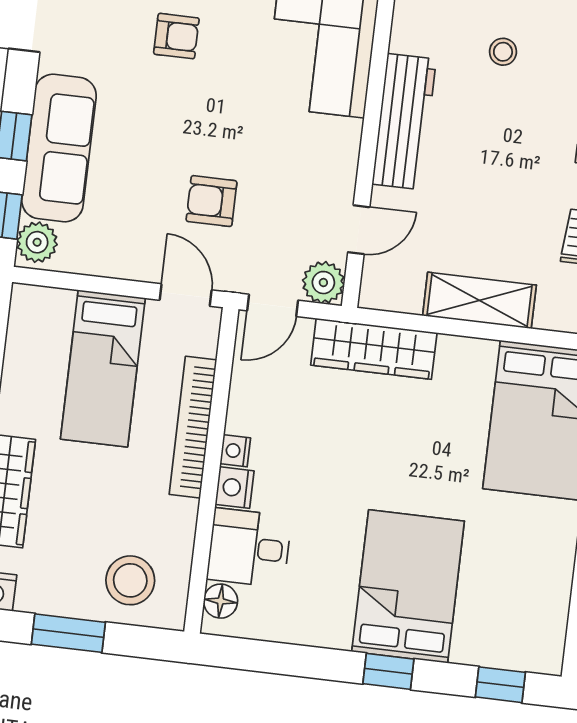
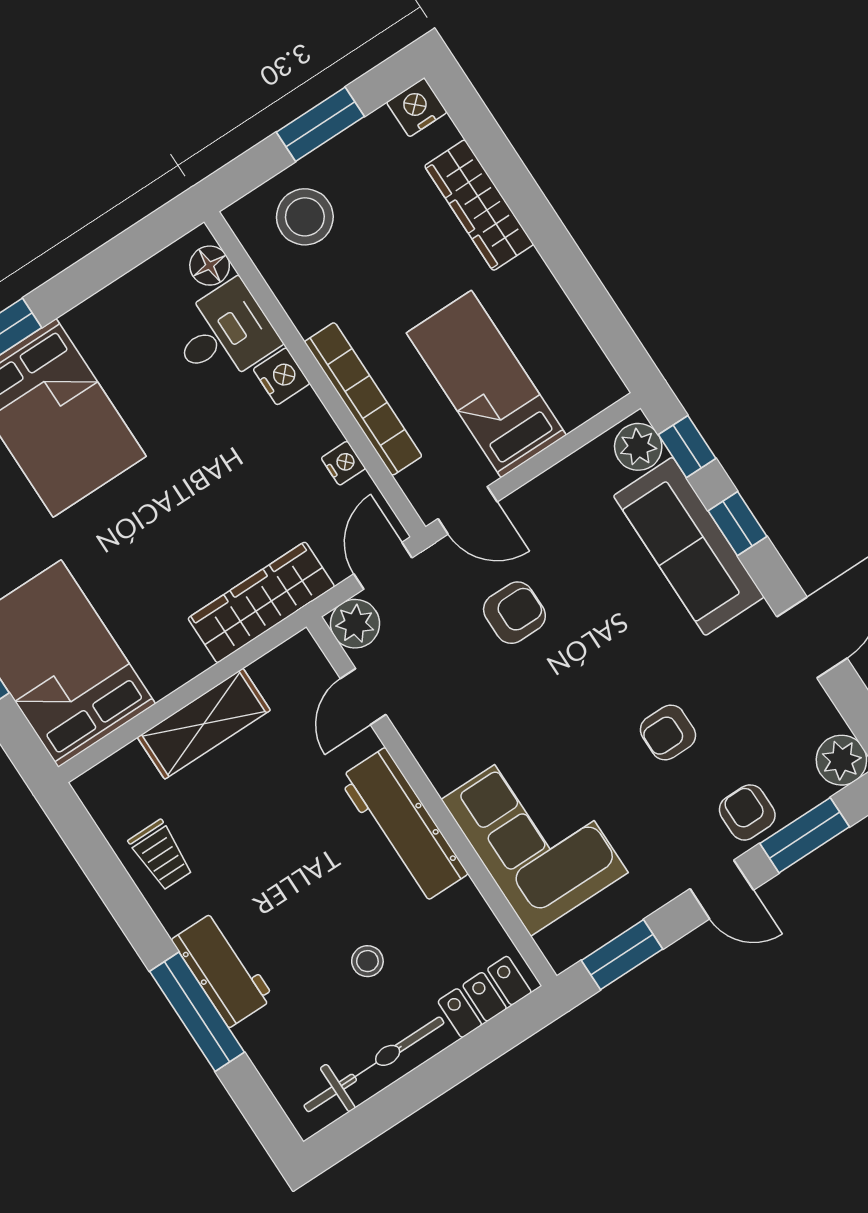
nightstand: (235, 451) -> (343, 463), moved

